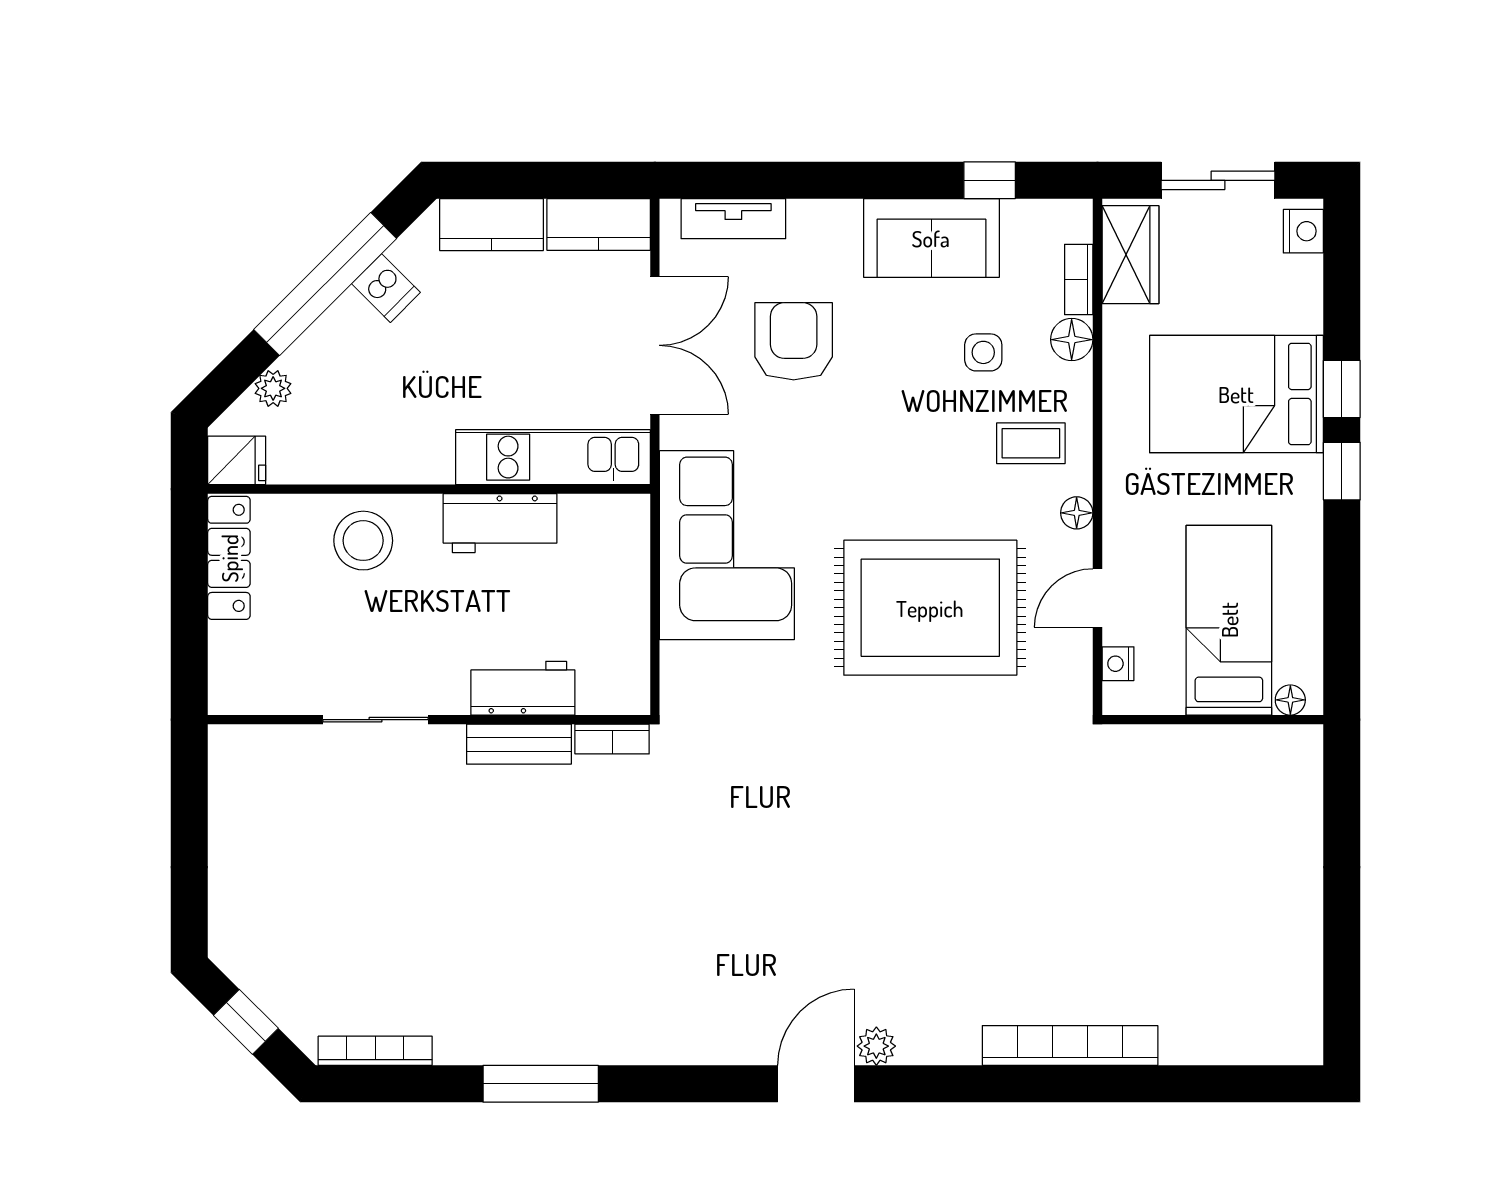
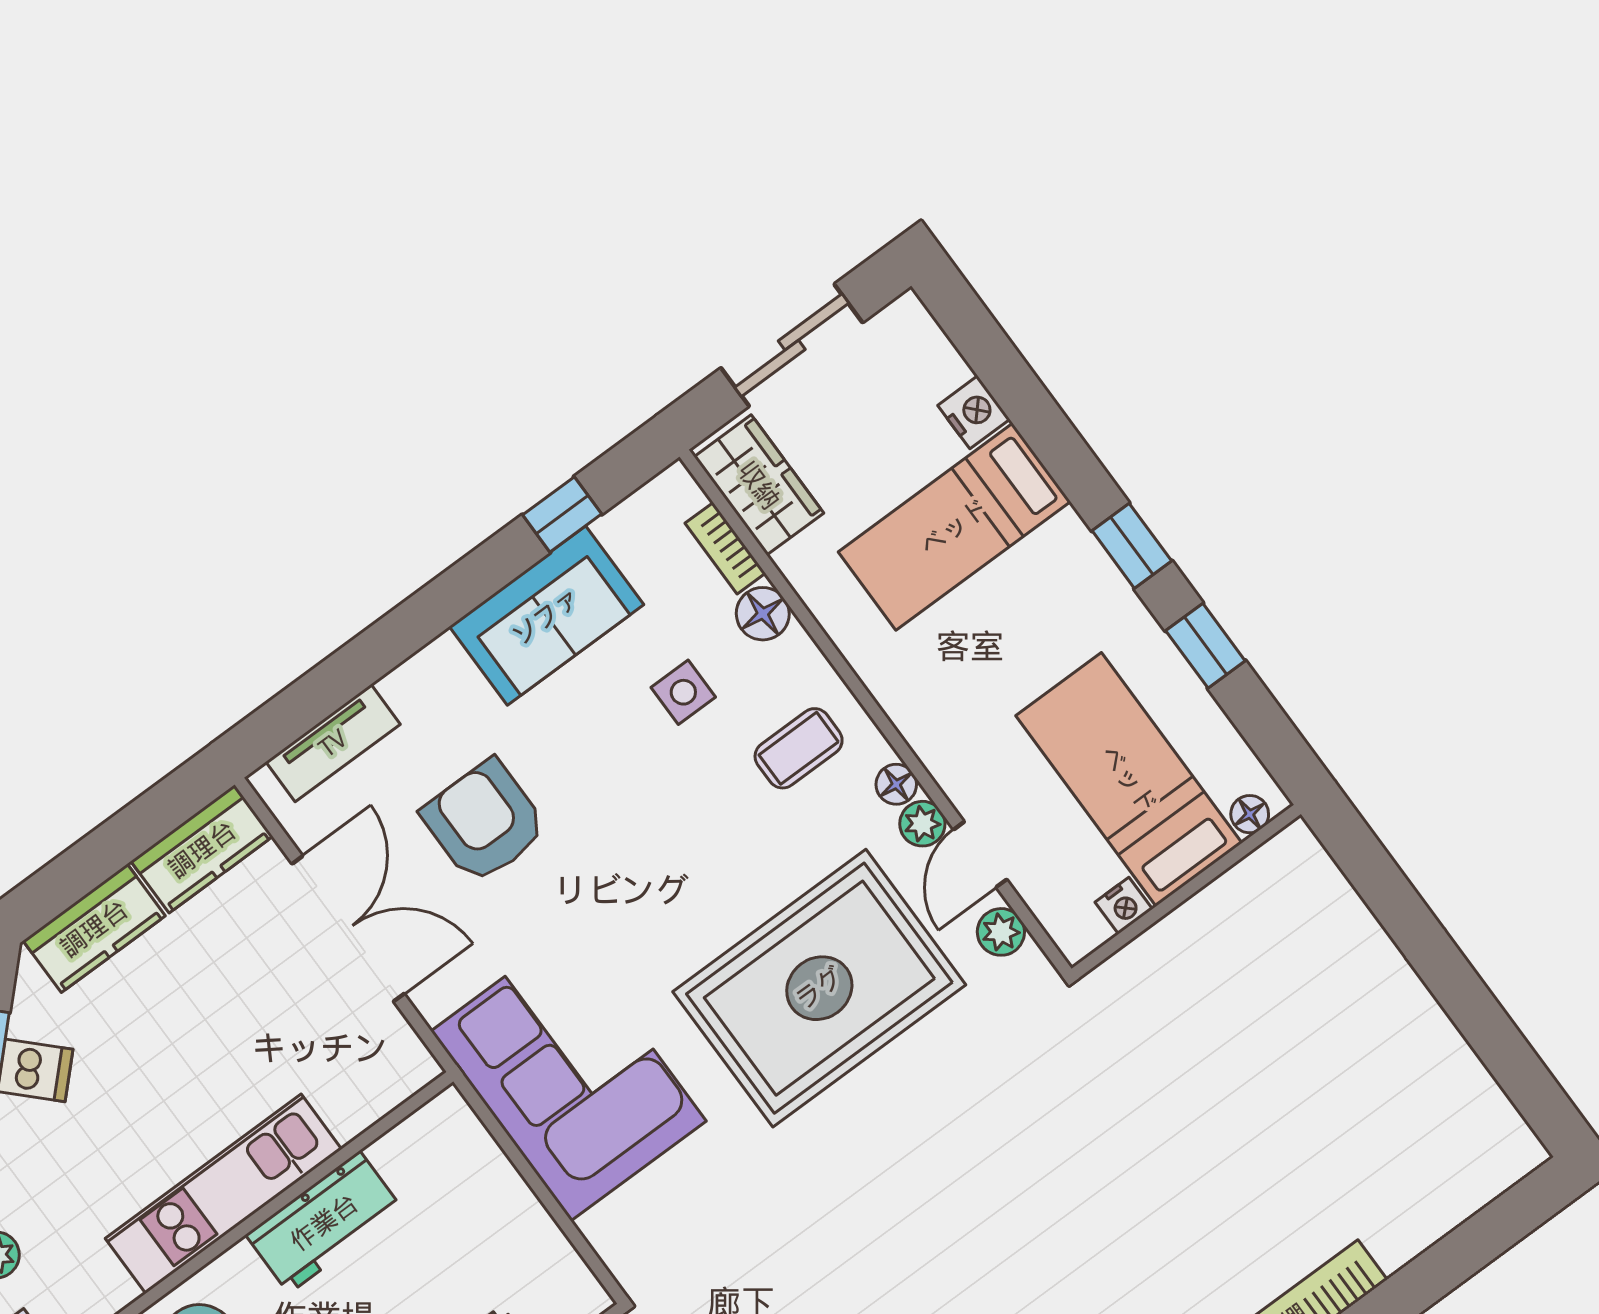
nightstand: (1303, 231) -> (974, 412), moved
window: (1342, 389) -> (1205, 646), moved
bed: (1236, 394) -> (954, 527), width x0.67
kitchen unit: (553, 457) -> (223, 1194), moved
plant: (1075, 551) -> (922, 824), added
plant: (1074, 658) -> (1001, 932), added
nightstand: (1118, 664) -> (1124, 906), moved, turned -90

